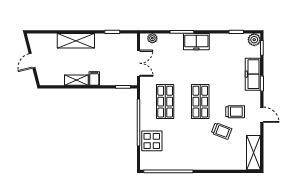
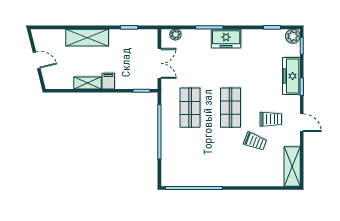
door: (32, 61) -> (37, 60), swing flipped
display table: (152, 141) -> (175, 153), removed

